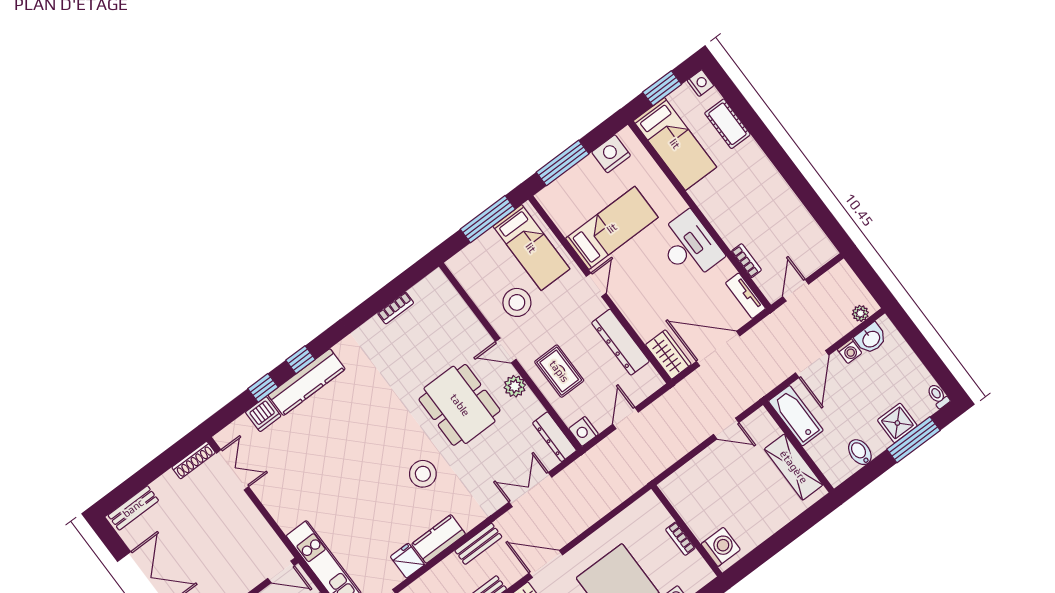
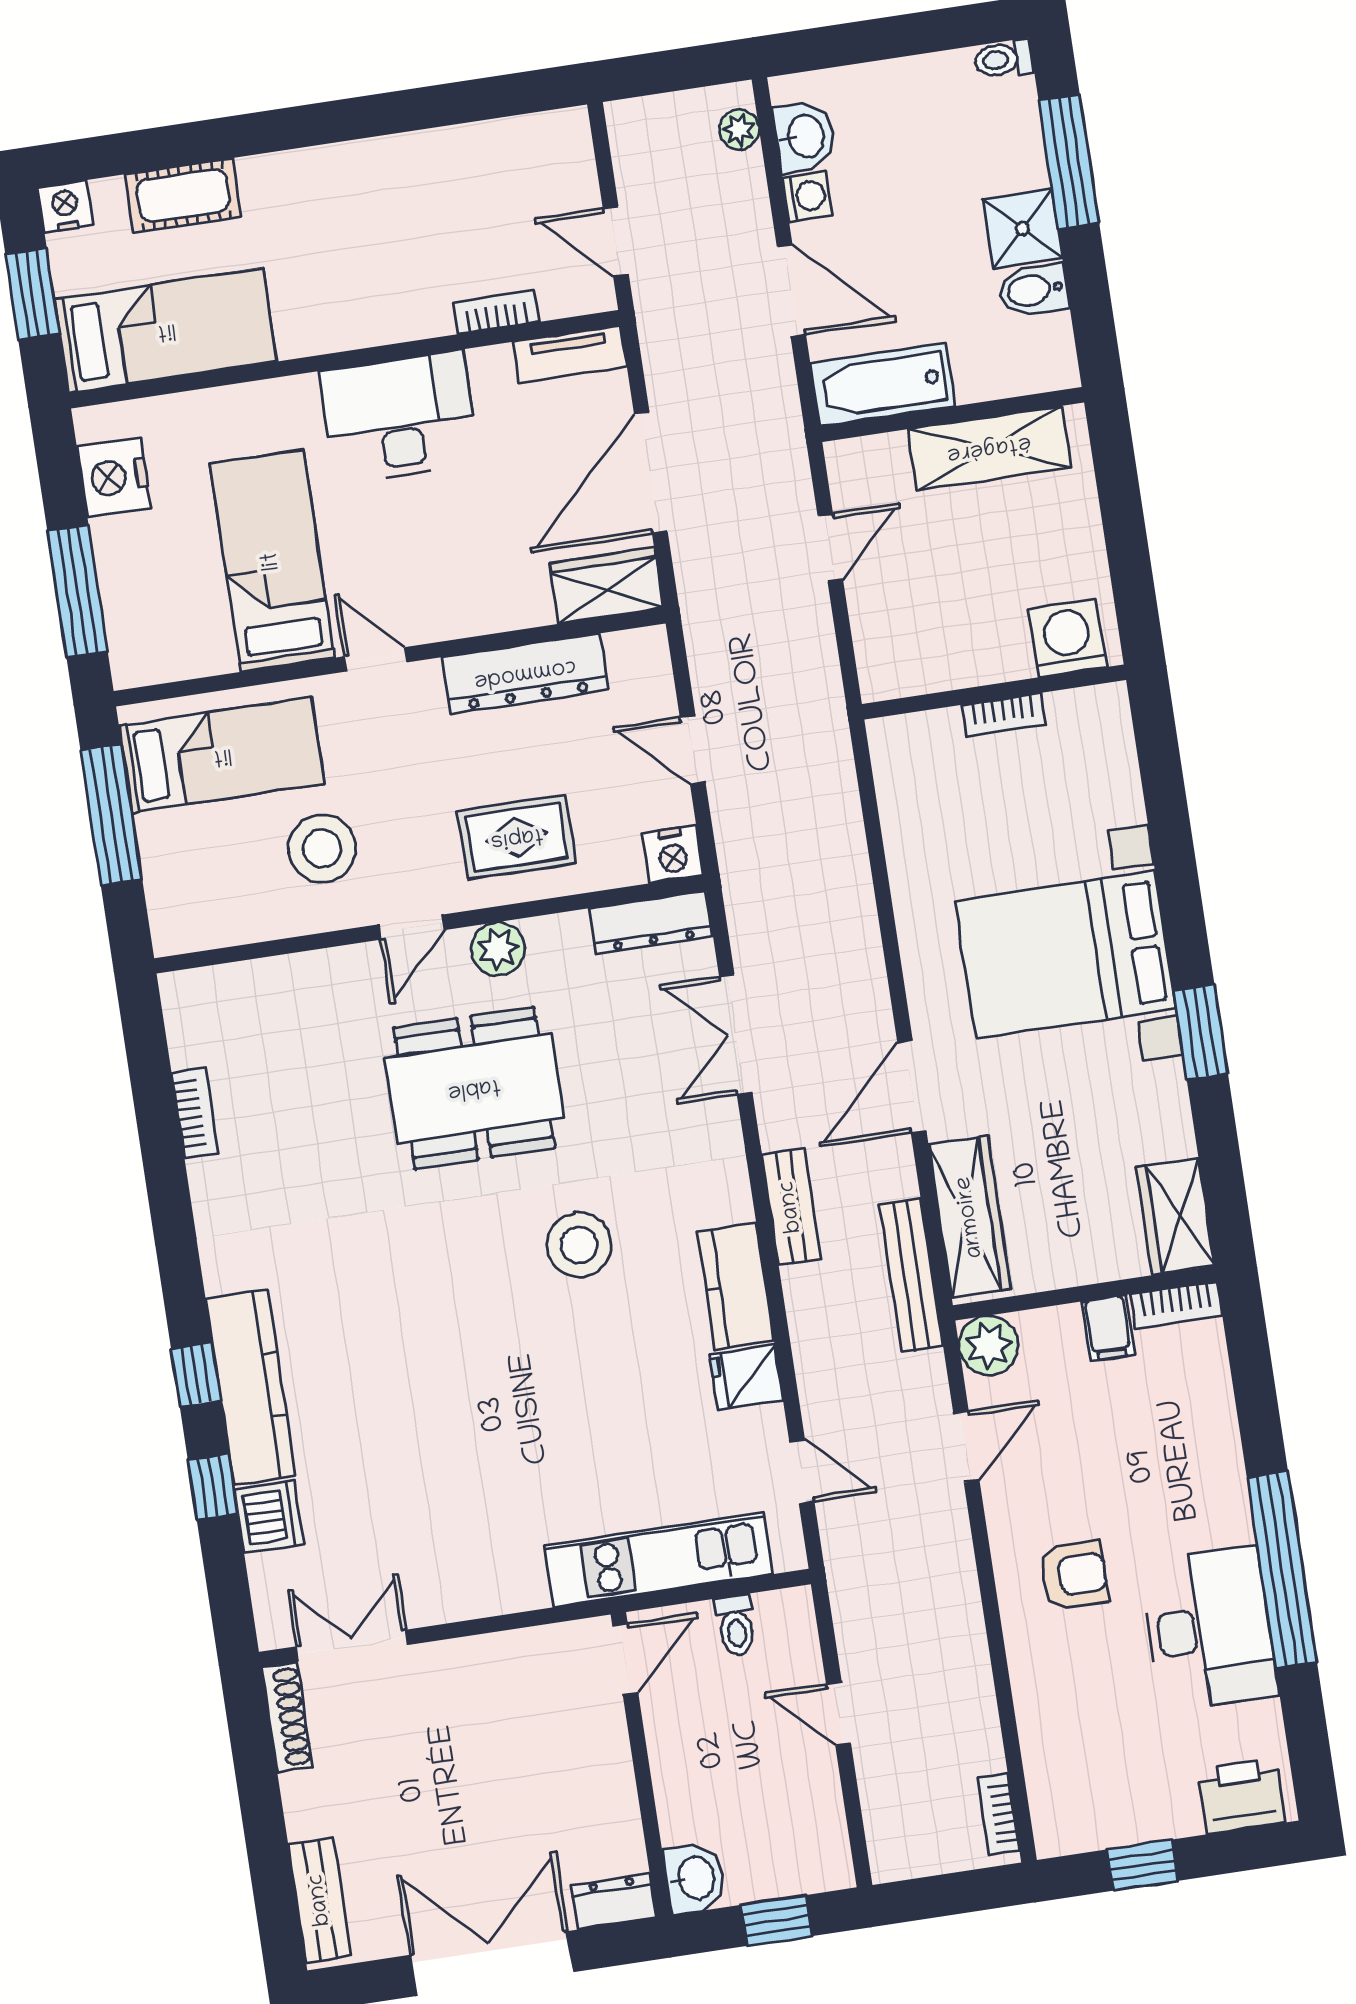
shower: (897, 423) -> (1022, 229), moved
wall: (687, 531) -> (994, 692), moved
bookcase: (680, 539) -> (1004, 715), moved
washing machine: (721, 547) -> (1067, 638), moved

